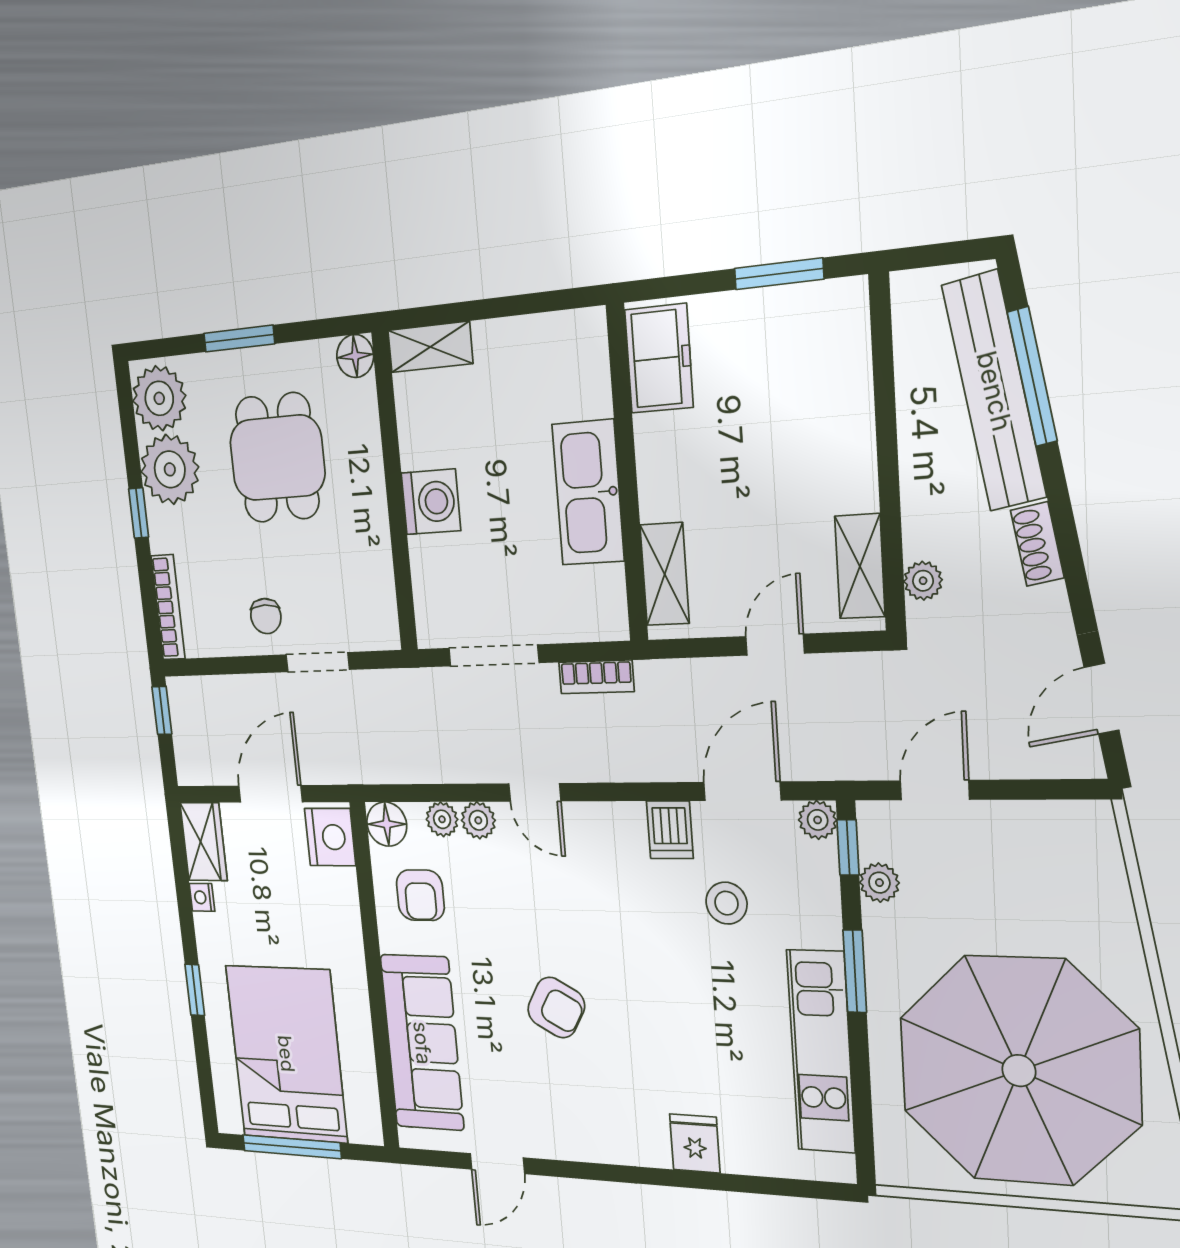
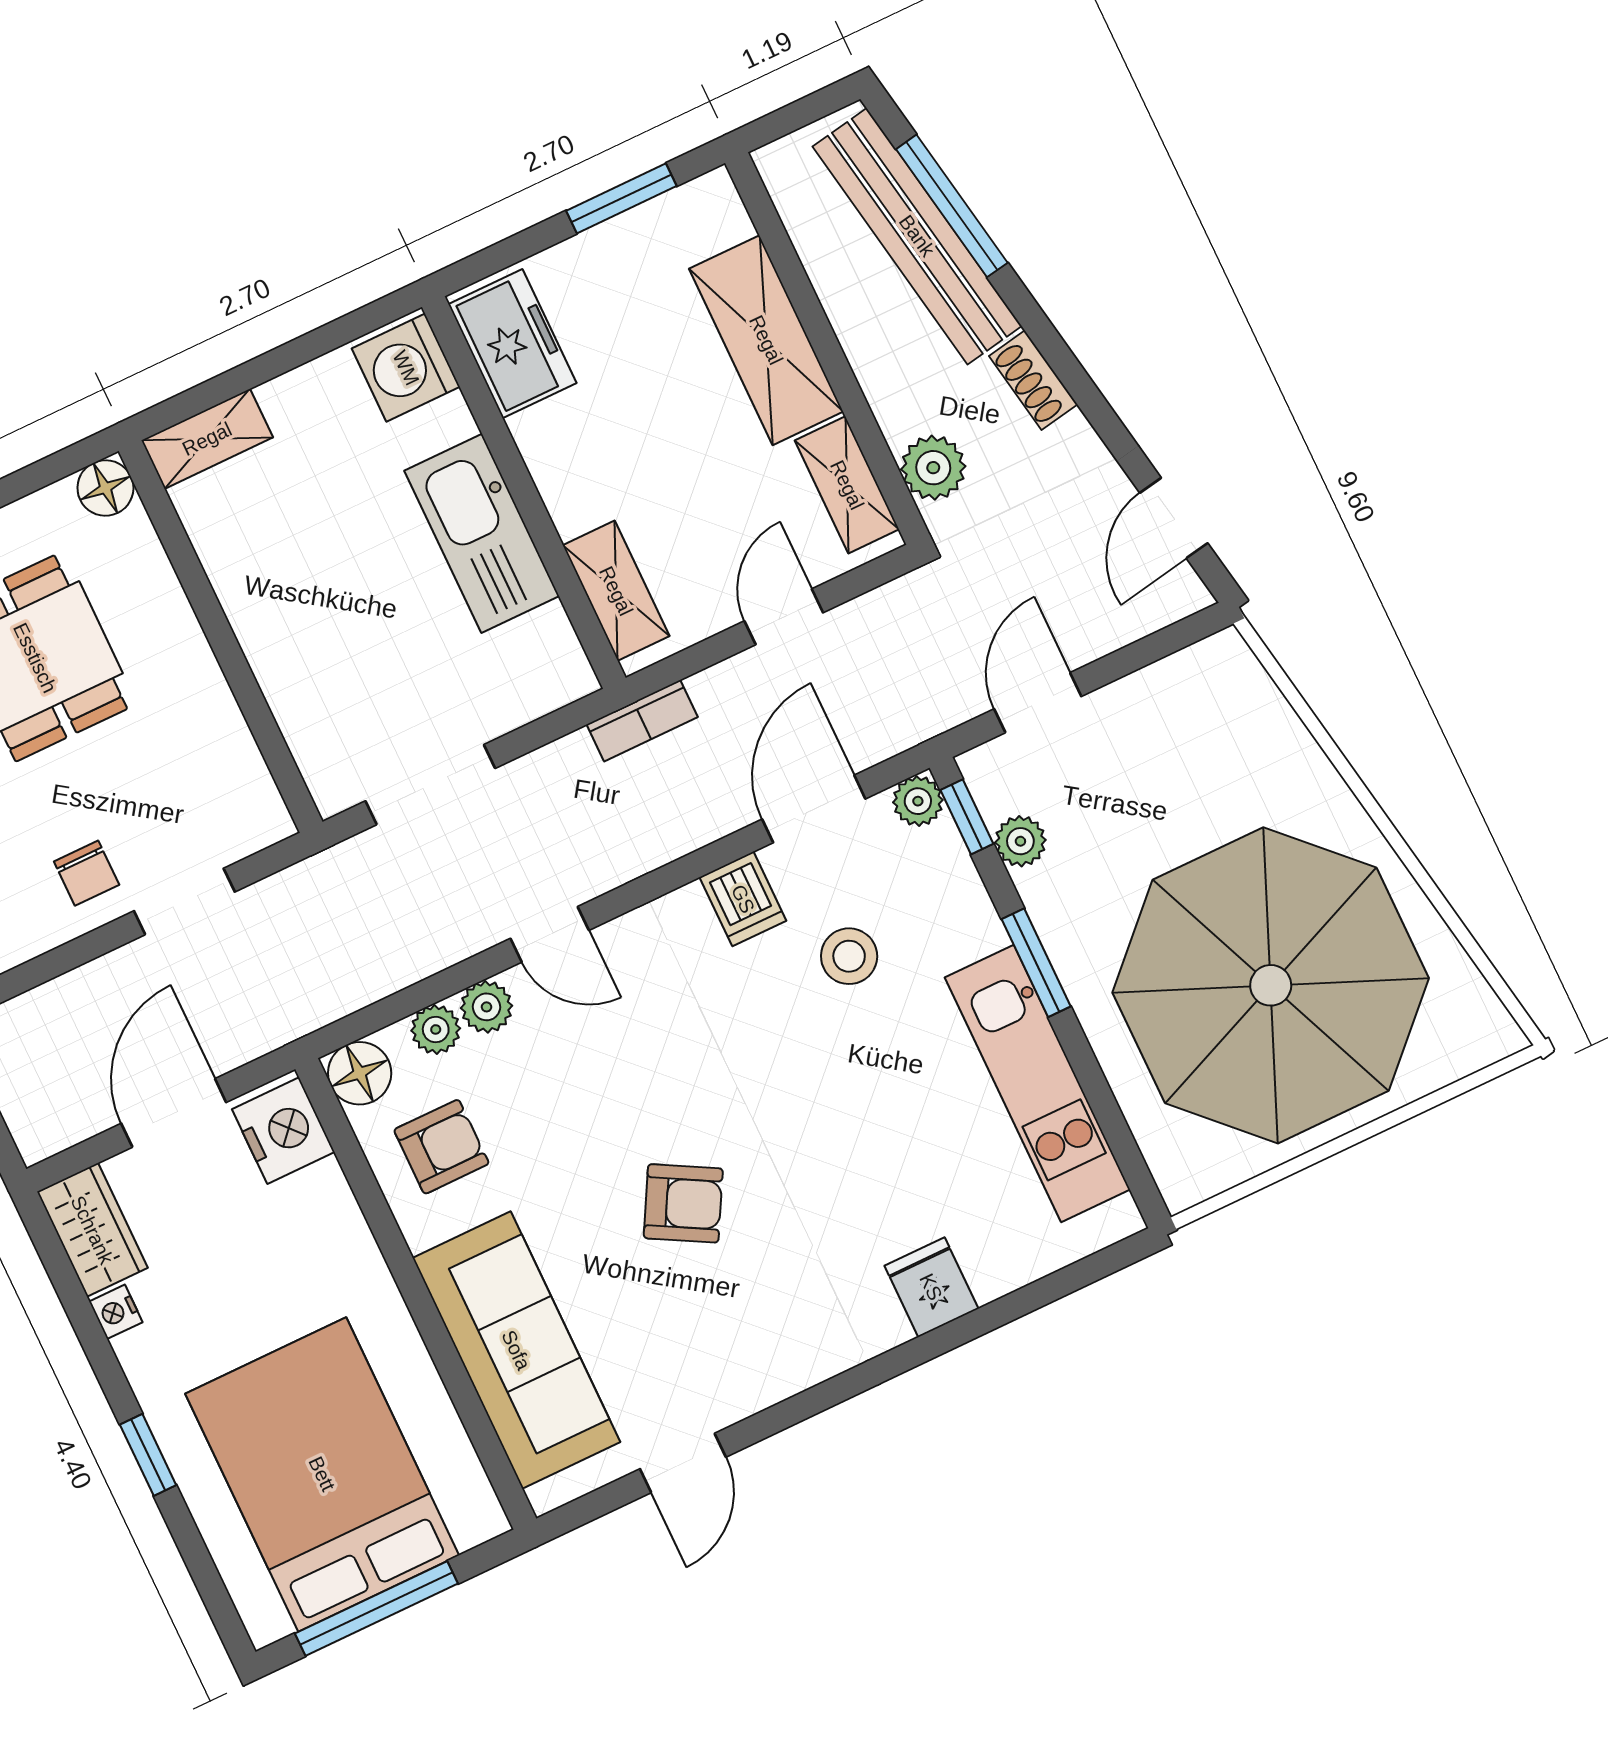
shelving: (844, 429) -> (766, 340), added
washing machine: (431, 502) -> (406, 368), moved, turned 180
plant: (923, 581) -> (933, 468), width x1.38, depth x1.38
bookcase: (596, 677) -> (642, 721), moved
armchair: (420, 895) -> (441, 1147), turned -90

